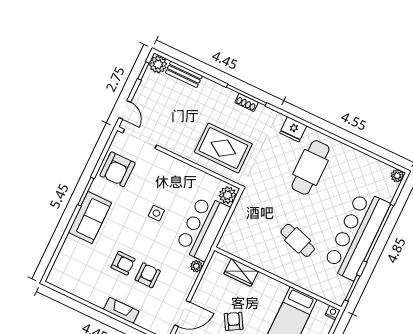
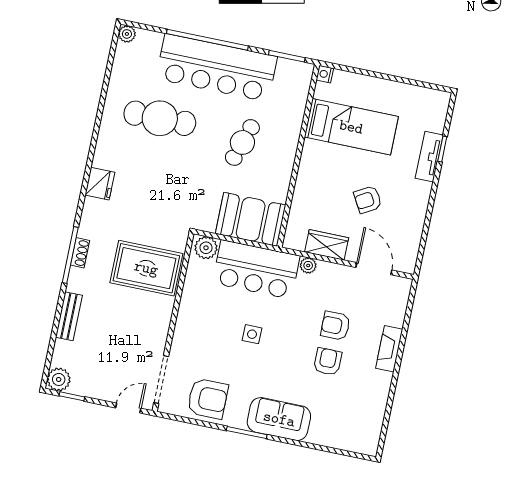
bench: (184, 74) -> (69, 316), moved
rug: (223, 148) -> (146, 268), turned 90
cafe table: (310, 167) -> (160, 118), moved
booth: (240, 233) -> (251, 219), added
wardrobe: (241, 272) -> (327, 245), moved, turned -90

